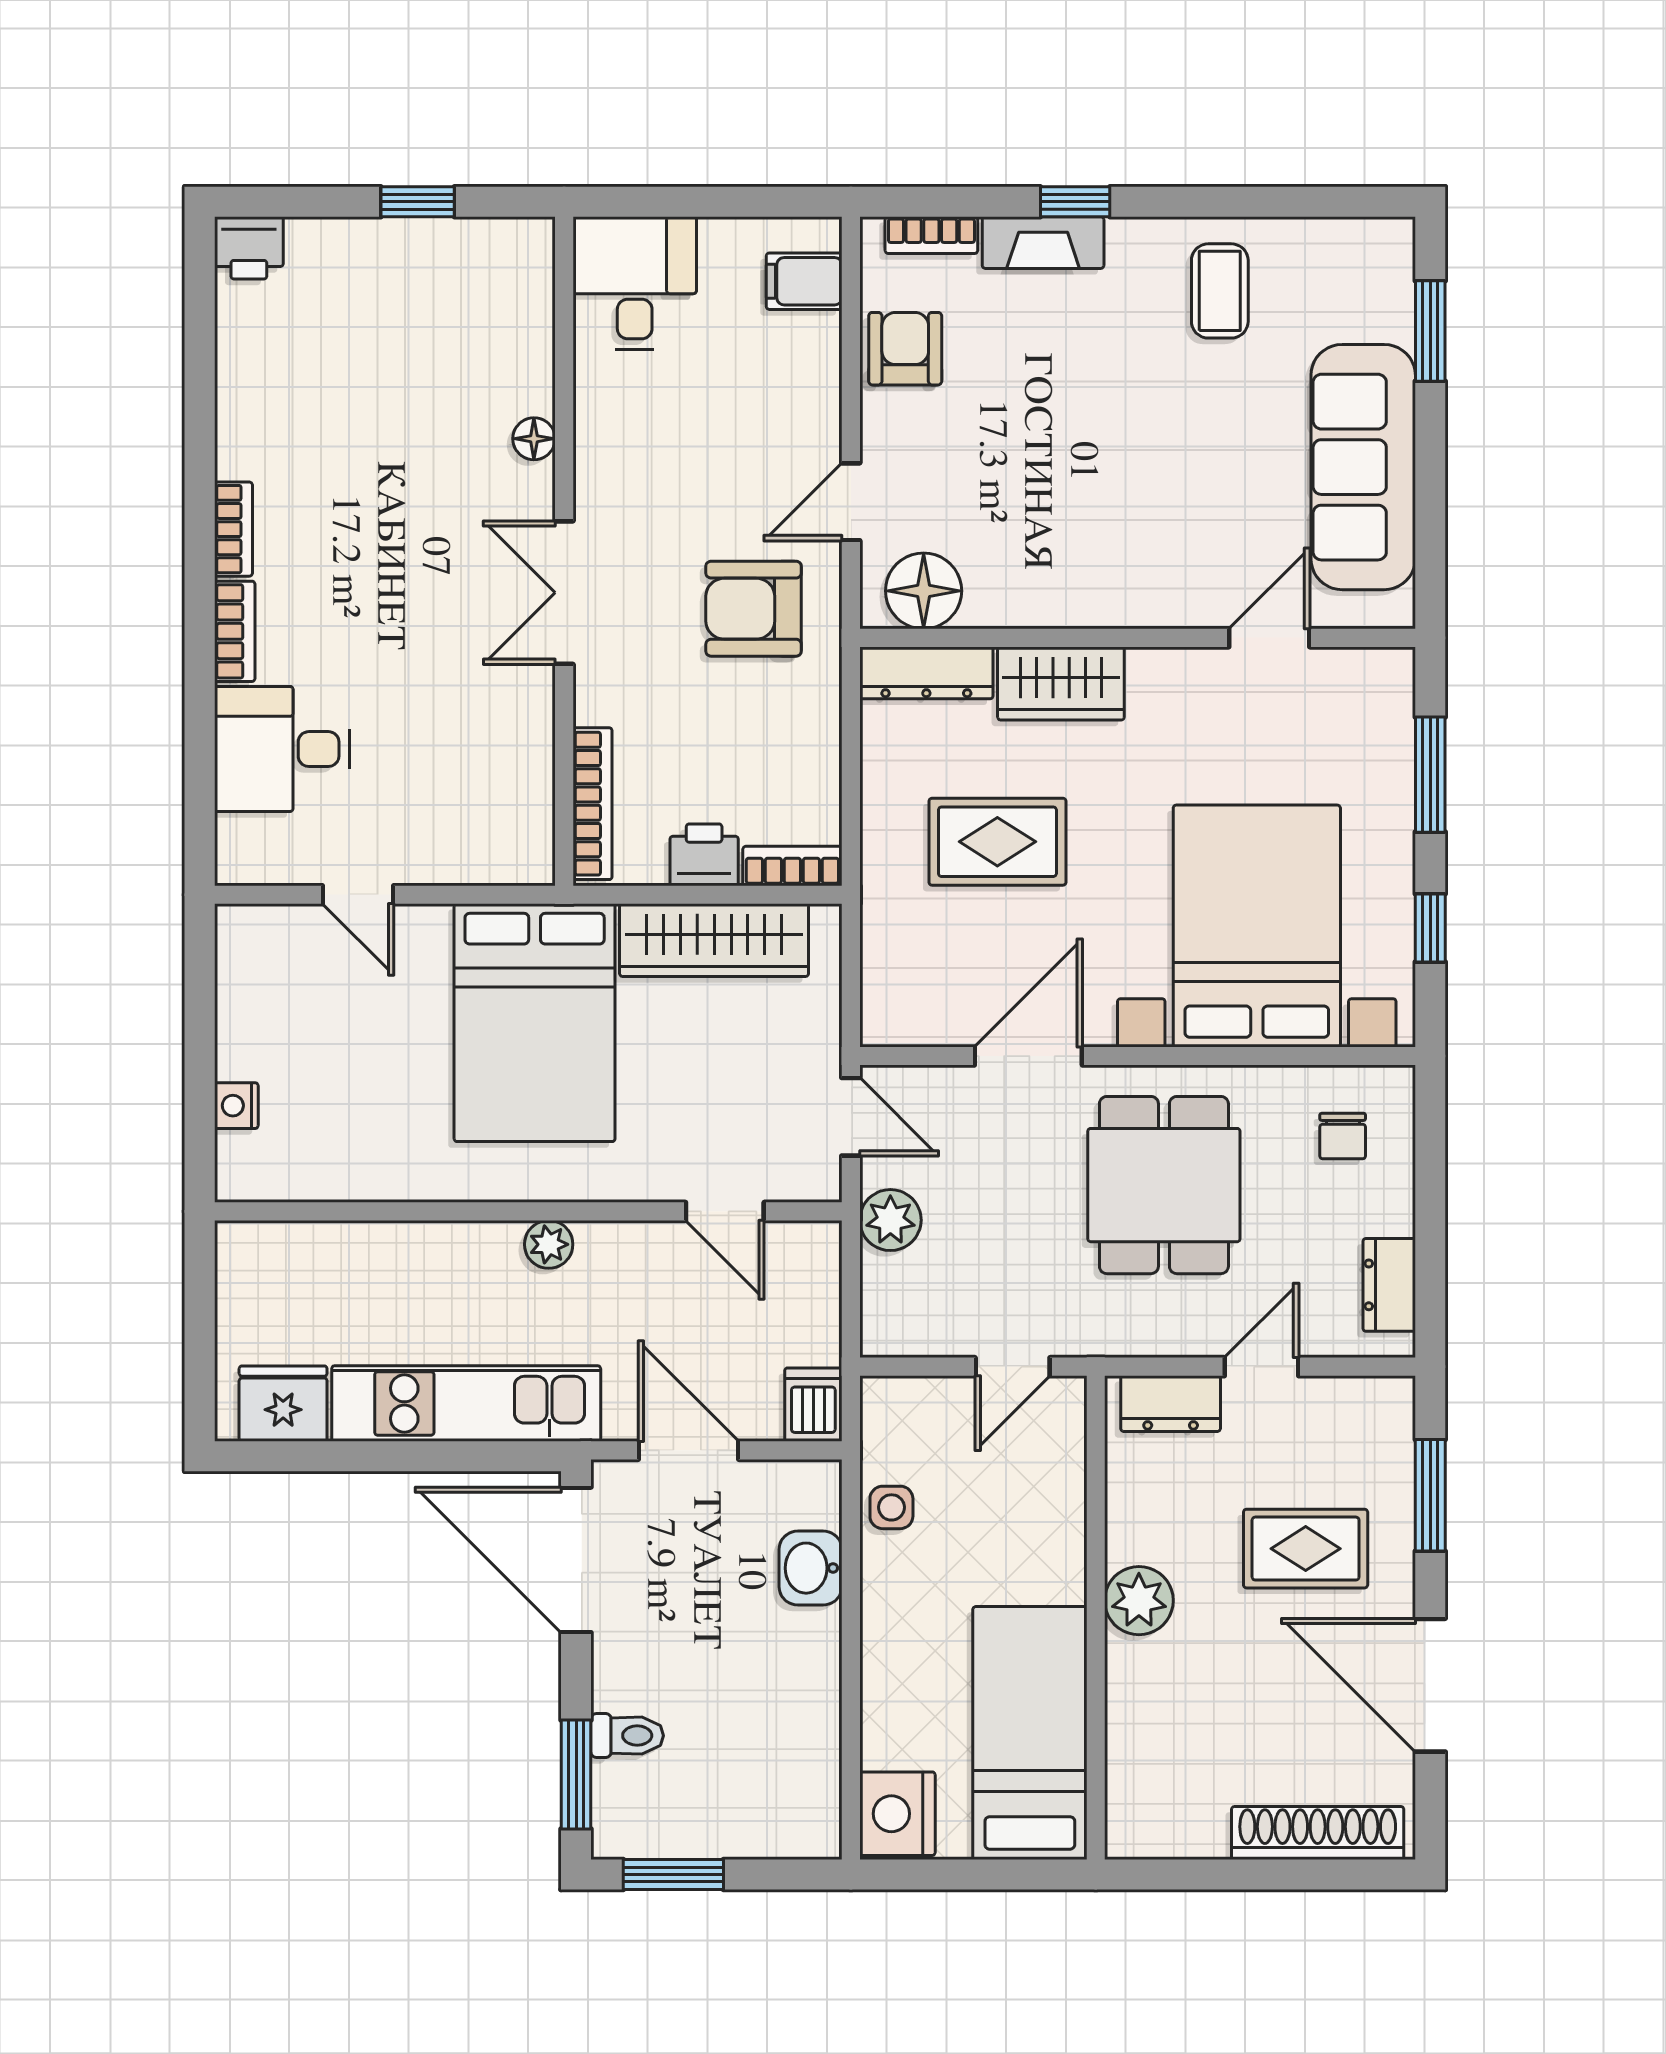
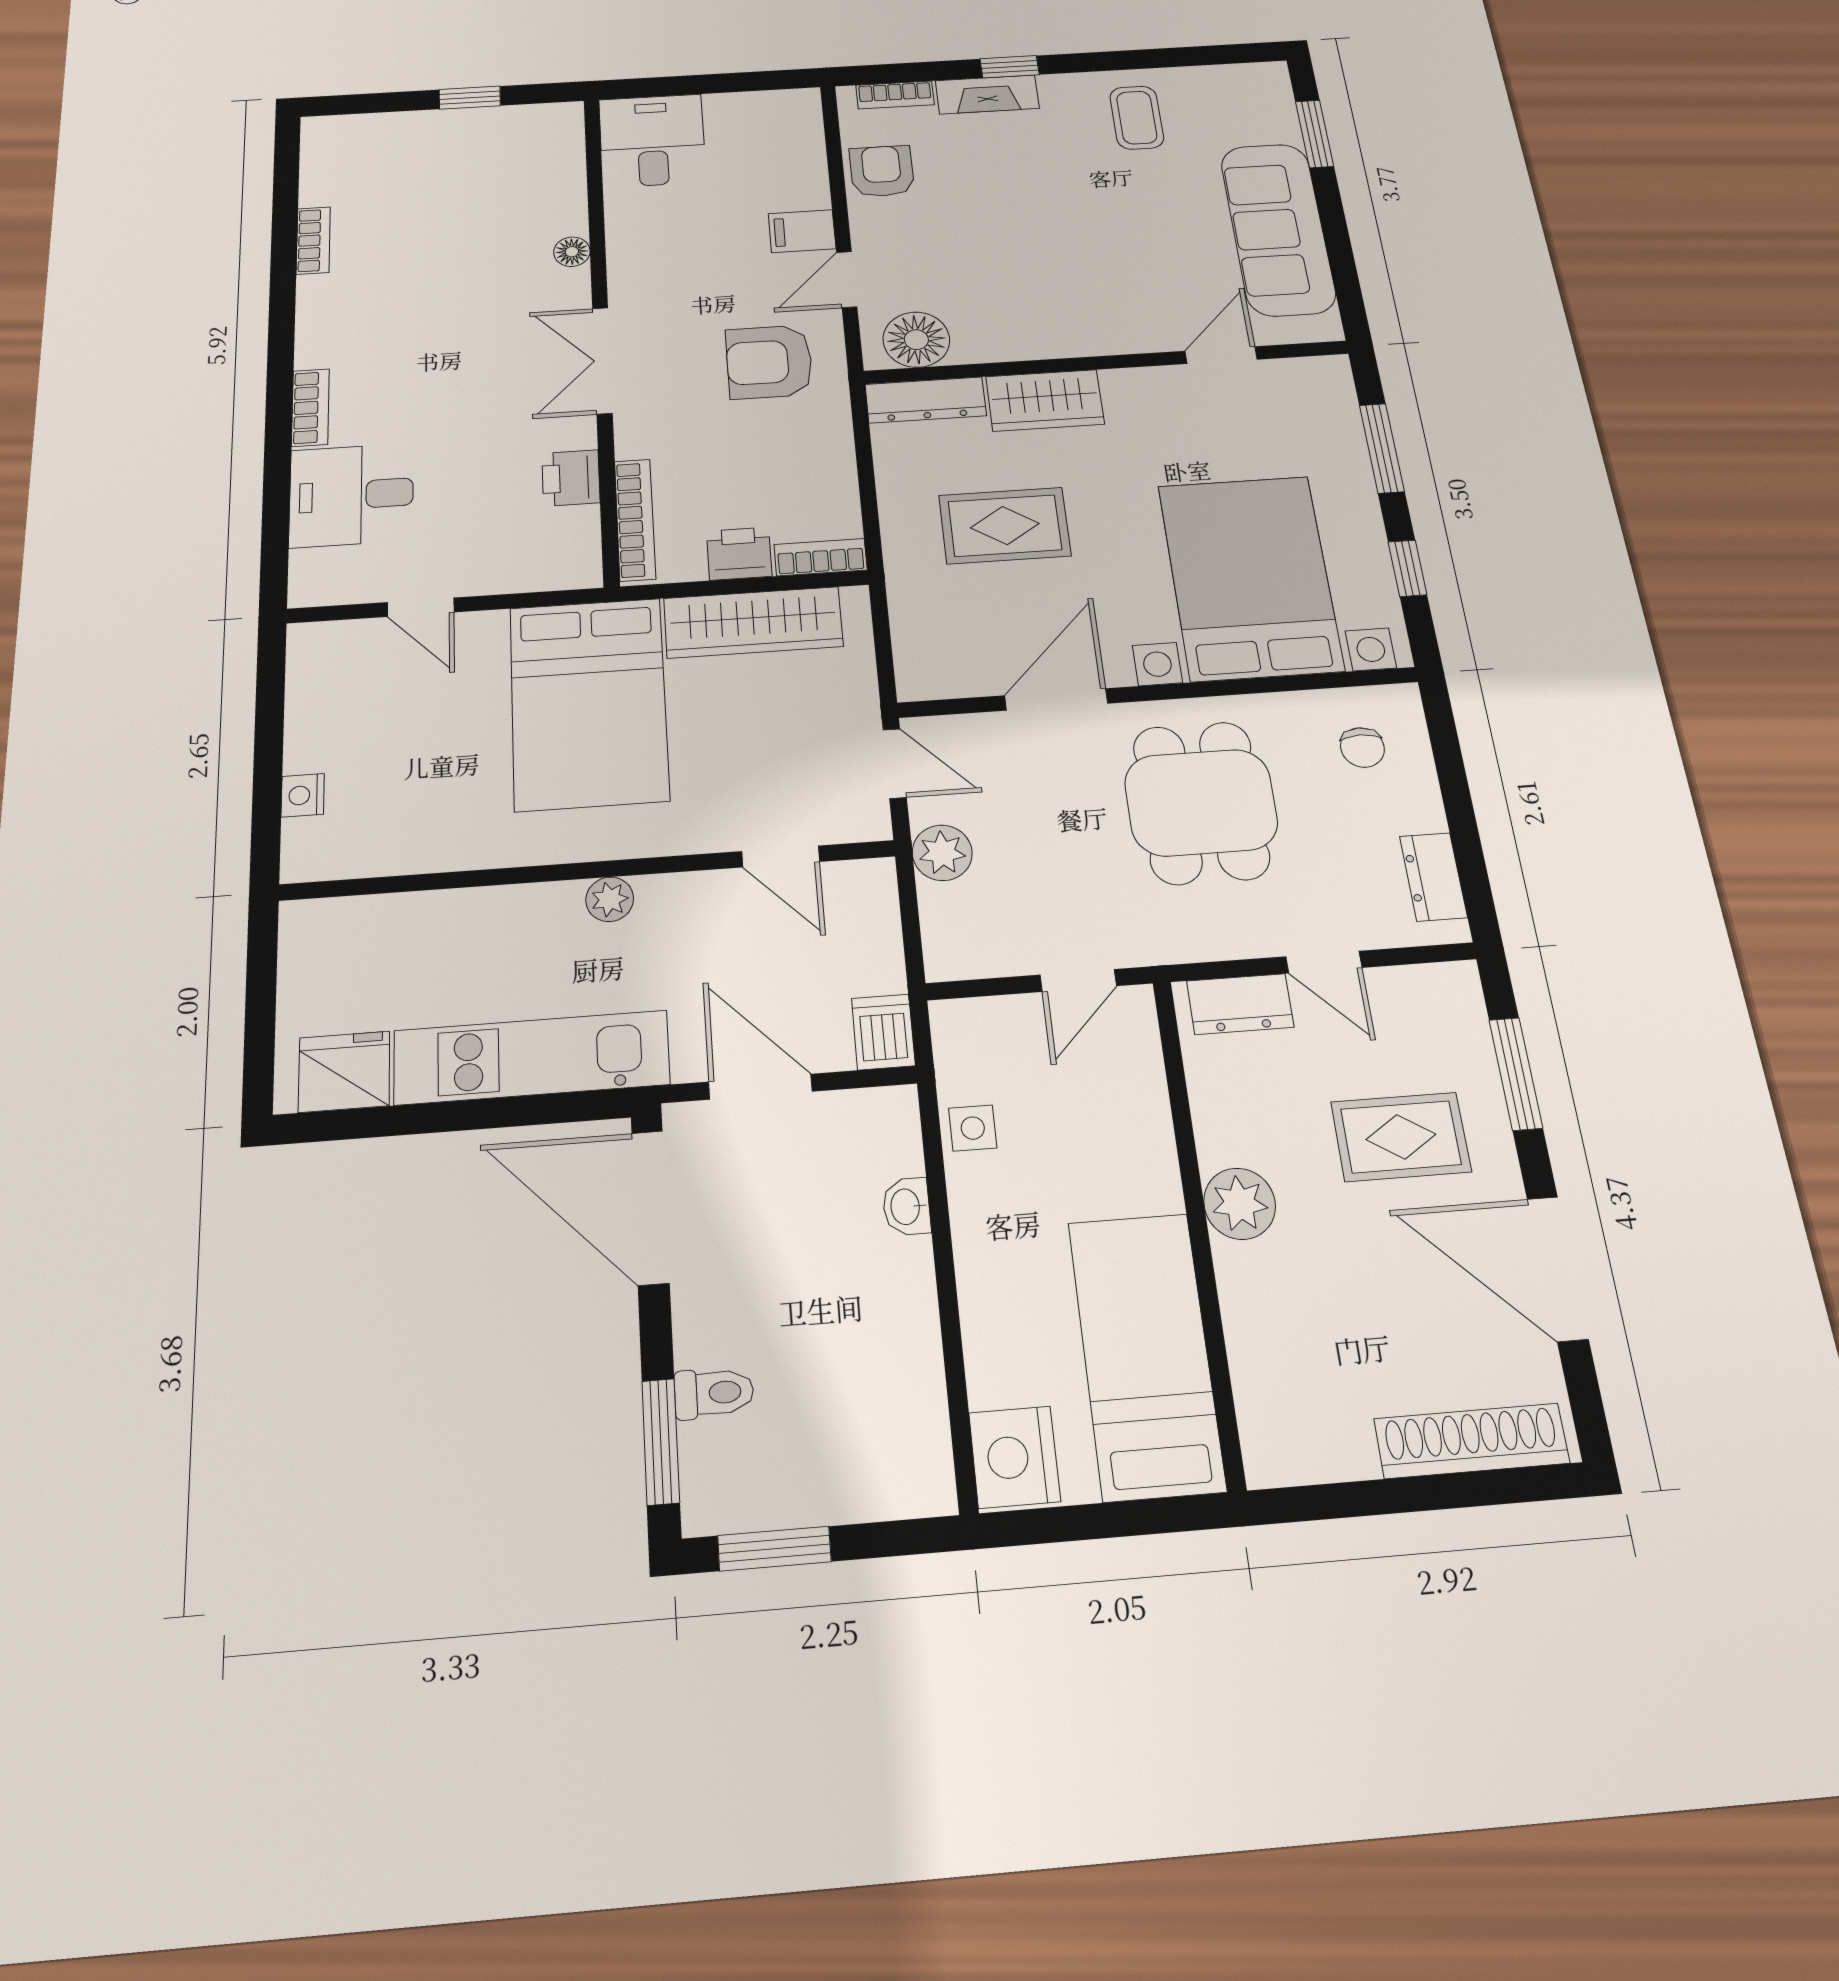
printer: (249, 248) -> (571, 478), moved, turned 90
filing cabinet: (804, 281) -> (802, 231), moved
bookcase: (233, 529) -> (313, 240), moved
door: (1261, 1367) -> (1324, 962), swing flipped
washbasin: (810, 1568) -> (906, 1207), width x0.72, depth x0.69

